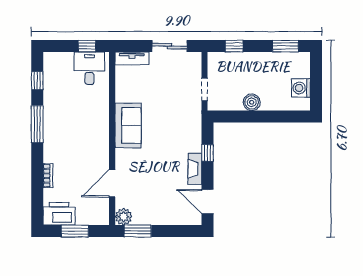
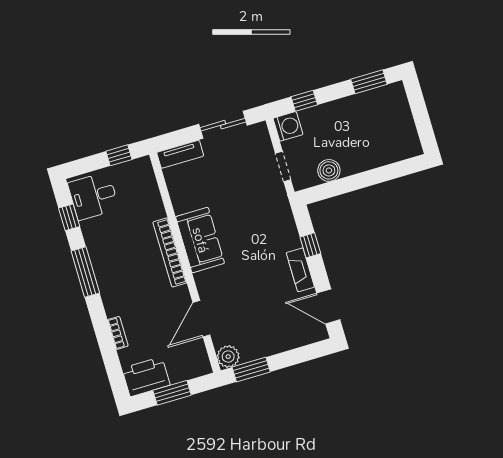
desk: (89, 68) -> (93, 196), moved, turned -90
washing machine: (301, 88) -> (288, 126), moved, turned 180
boiler: (252, 102) -> (329, 170), moved
bookcase: (103, 128) -> (170, 252), added

